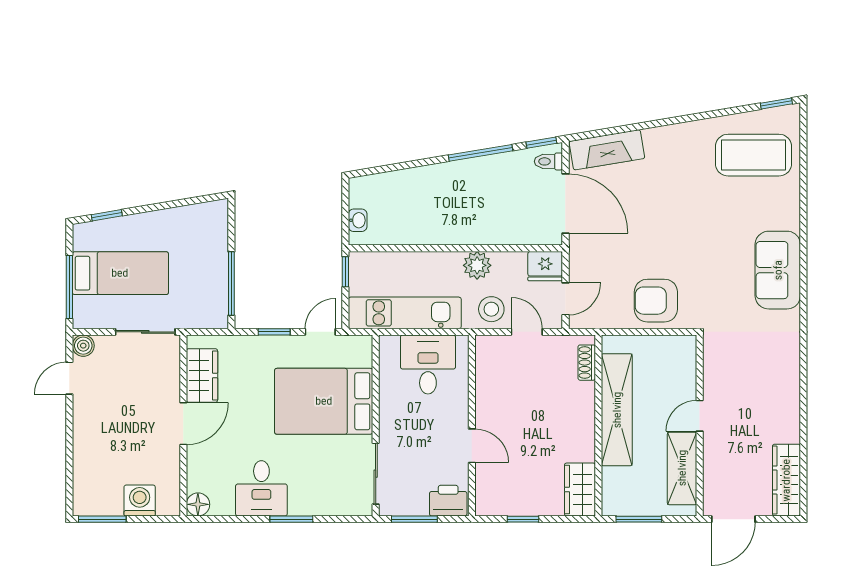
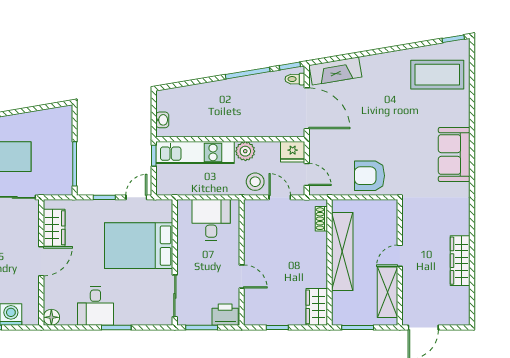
door: (565, 299) -> (307, 175), hinge flipped
kitchen unit: (405, 313) -> (195, 152), moved, turned 180
wardrobe: (786, 480) -> (460, 261), moved

